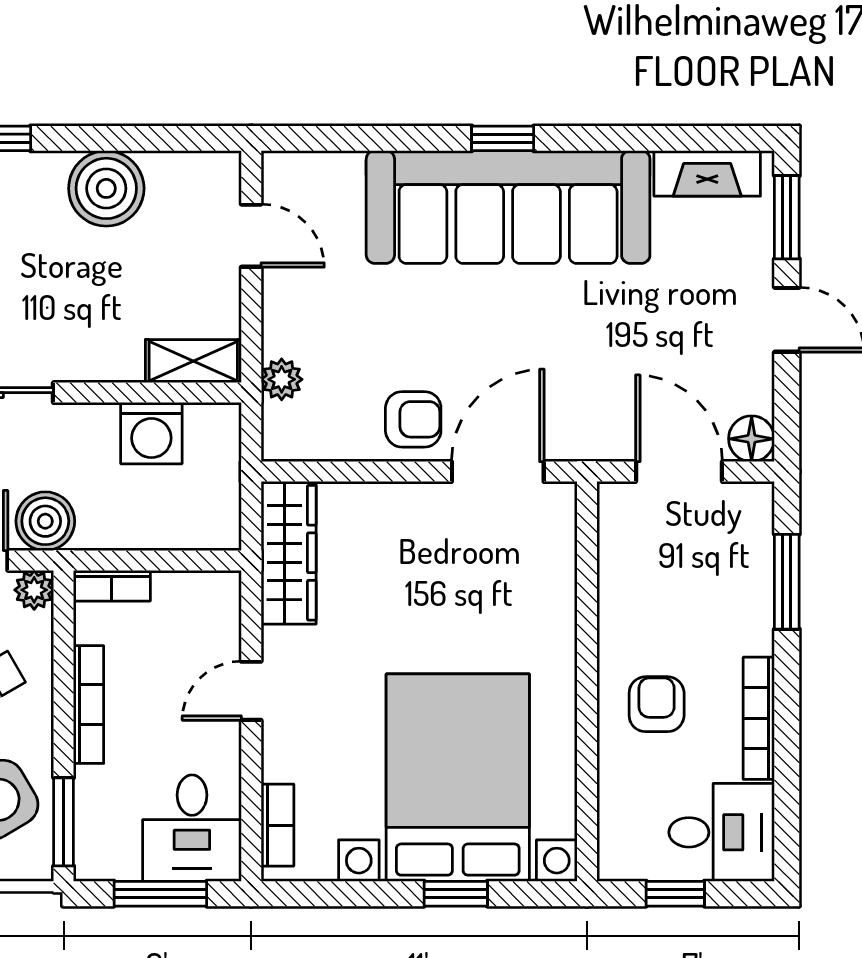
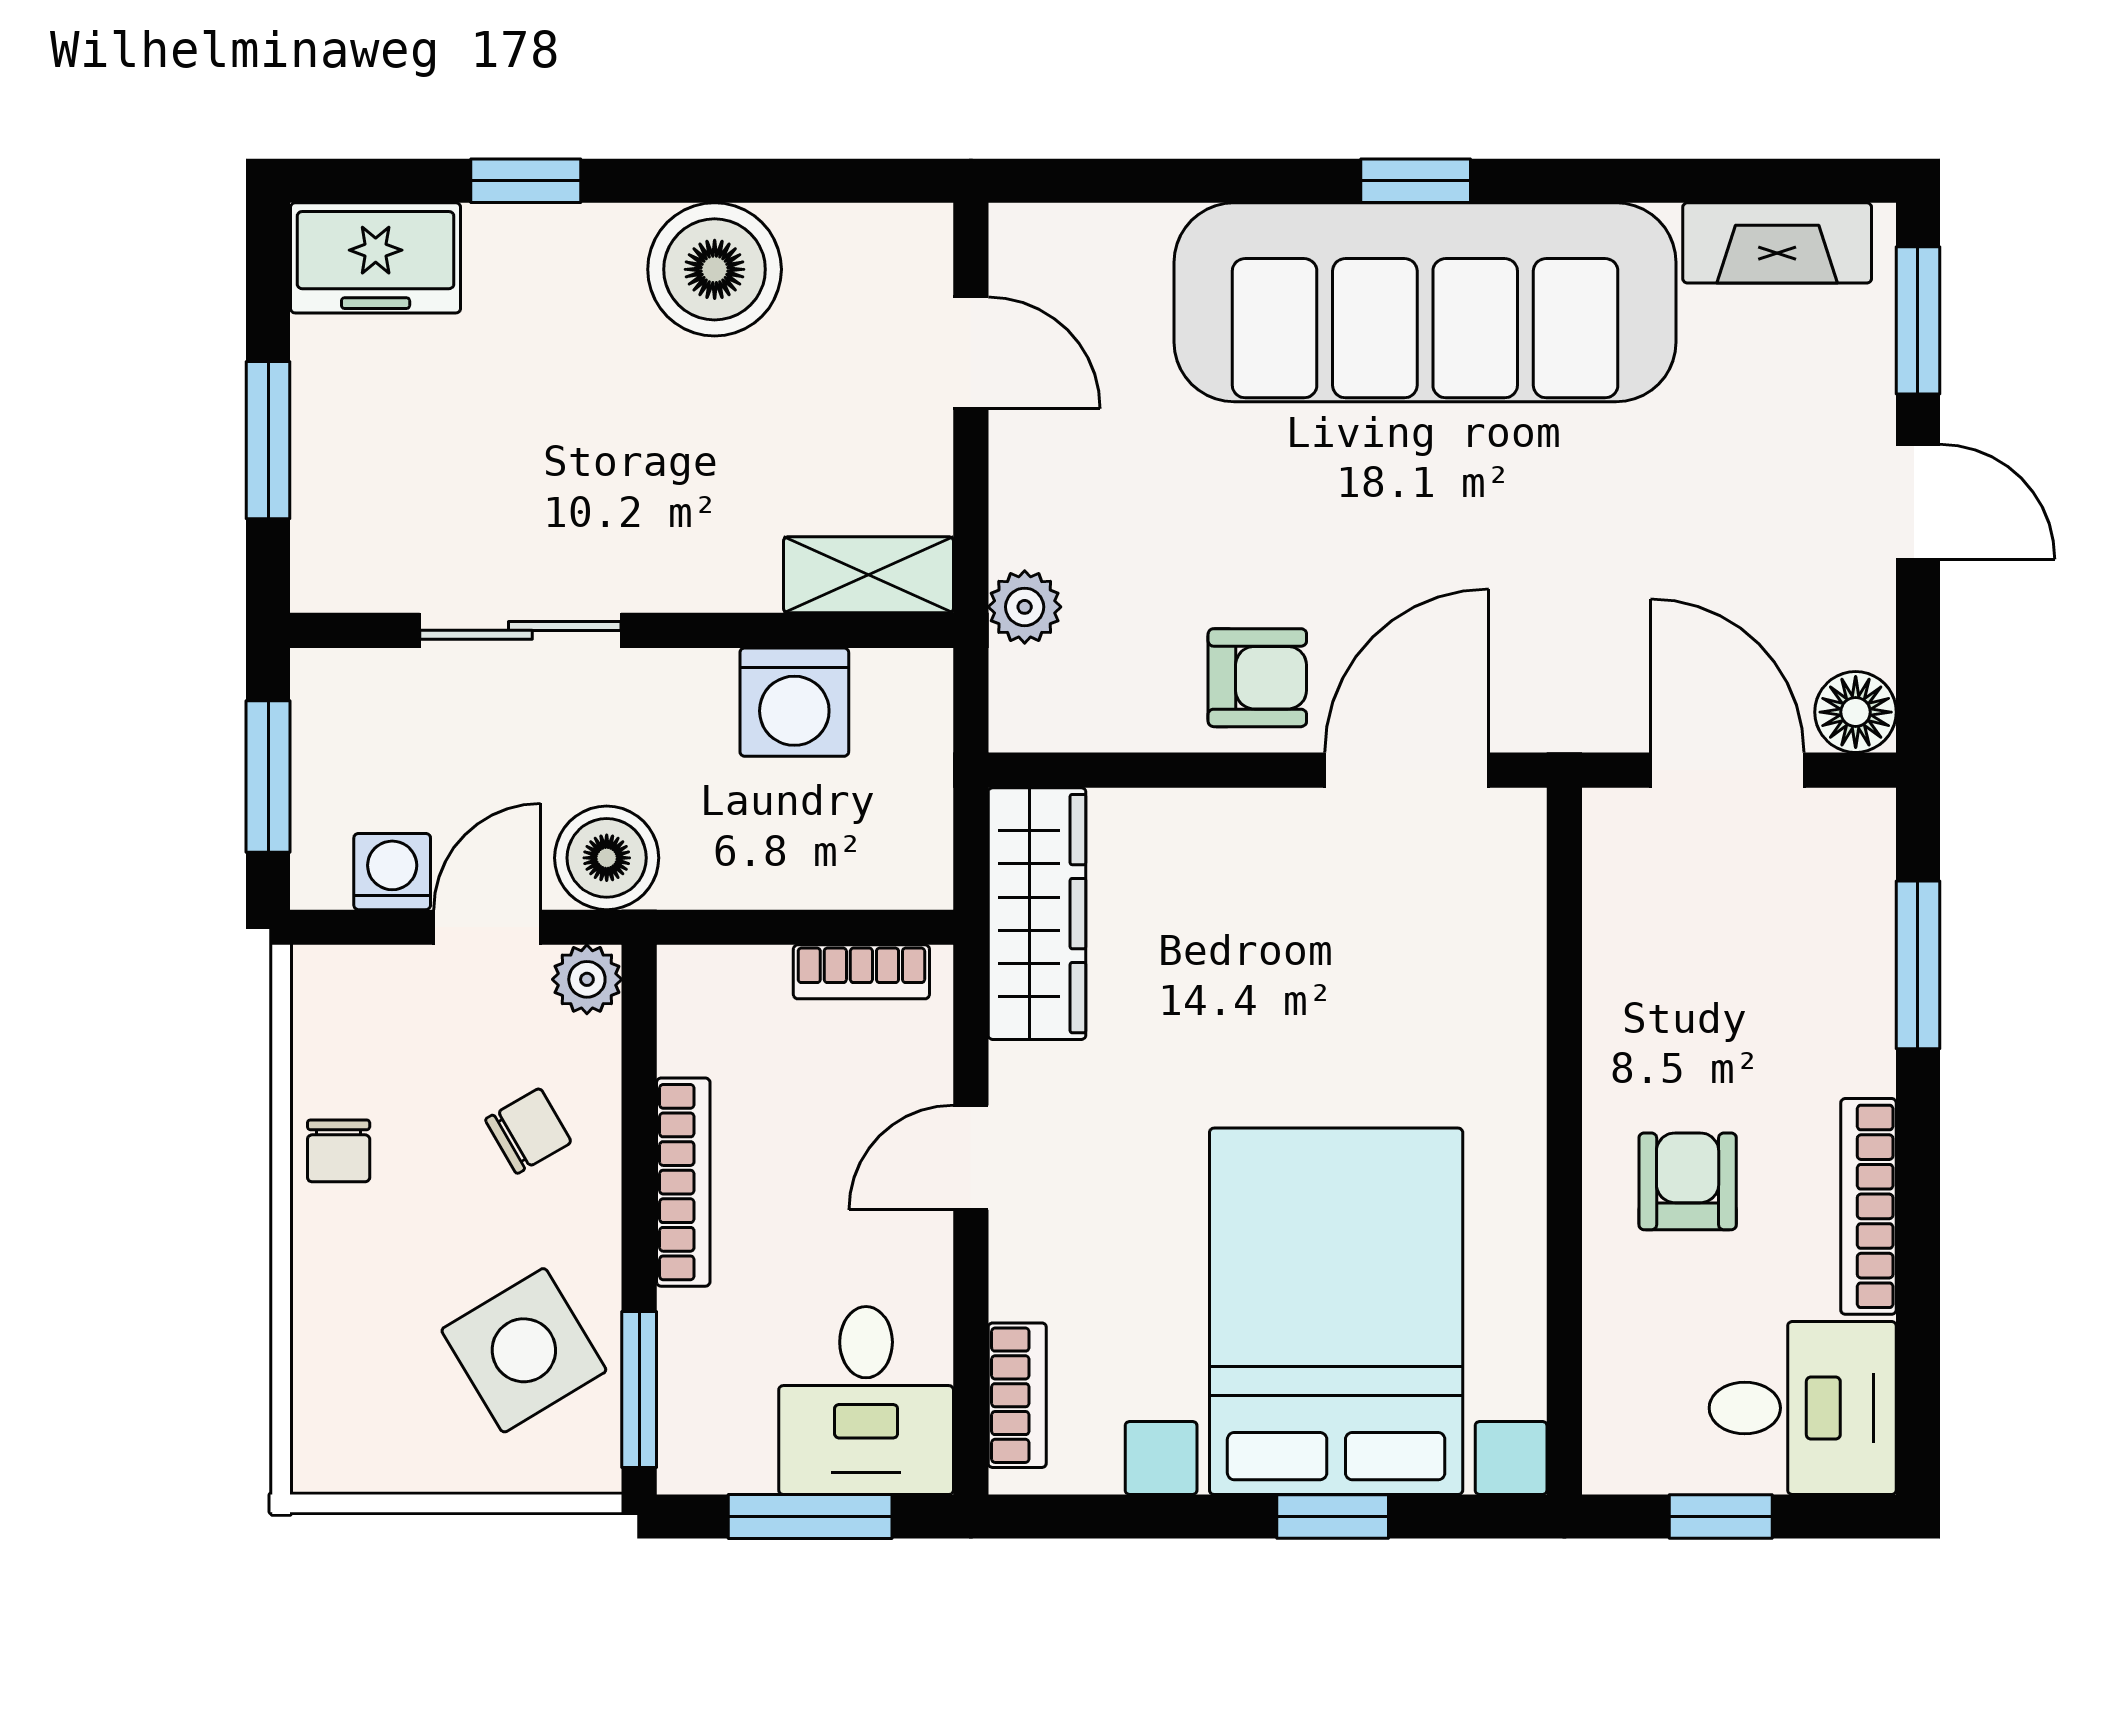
bookcase: (112, 586) -> (861, 972), moved

